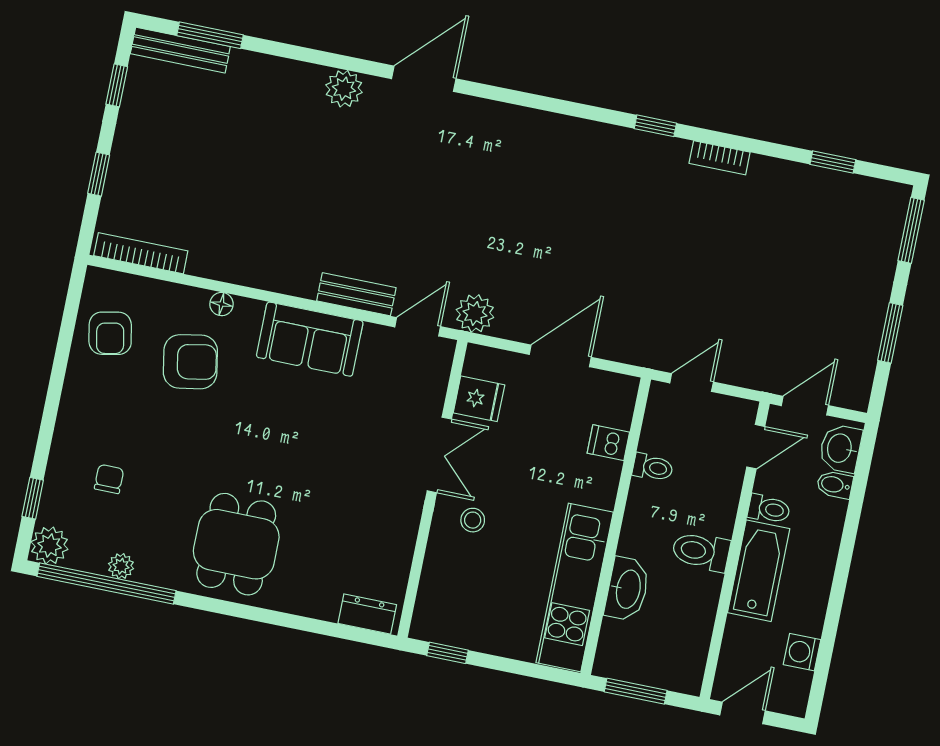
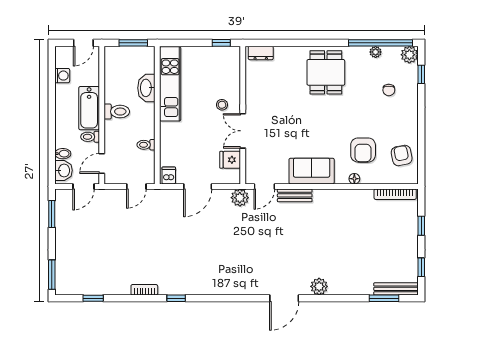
window: (890, 333) -> (52, 214), moved
armchair: (190, 362) -> (363, 150), turned -80
dishwasher: (608, 443) -> (169, 175), moved, turned -90

